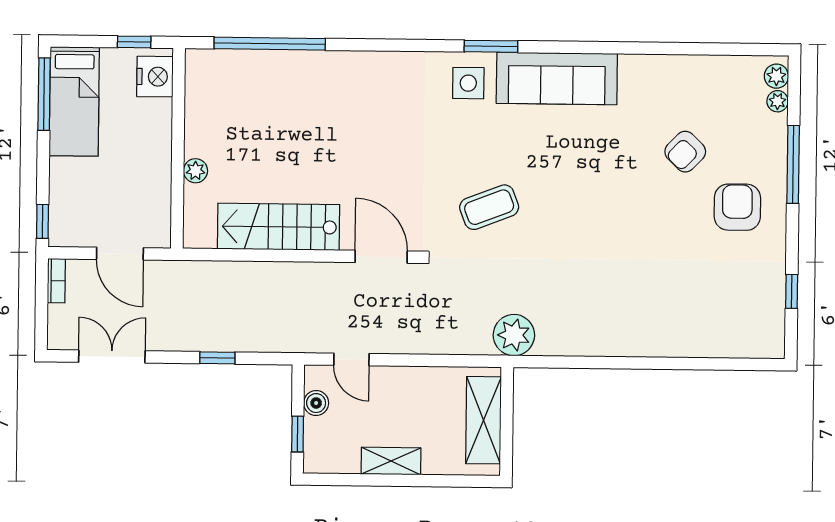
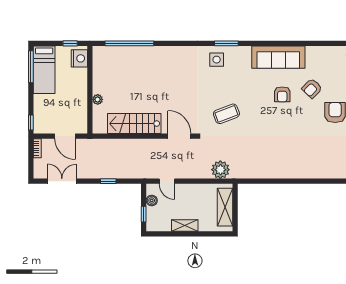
sofa: (557, 78) -> (278, 57), moved
armchair: (617, 164) -> (282, 94), added
plant: (514, 335) -> (220, 170), moved

